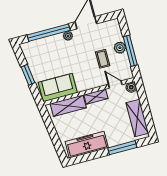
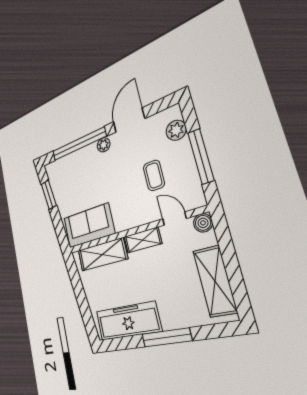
plant: (120, 48) -> (176, 130), moved
window: (28, 75) -> (49, 195), moved
window: (122, 148) -> (166, 337), moved

